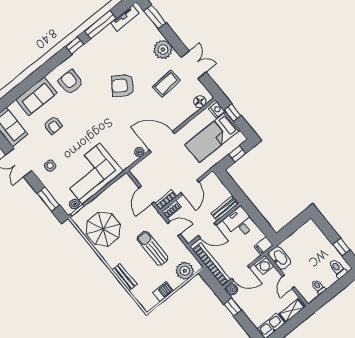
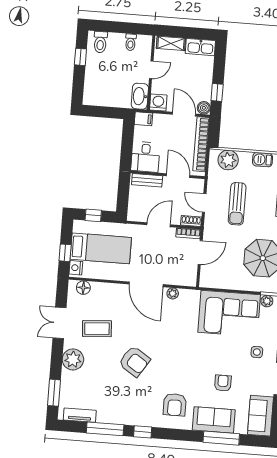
window: (21, 89) -> (221, 438), added

